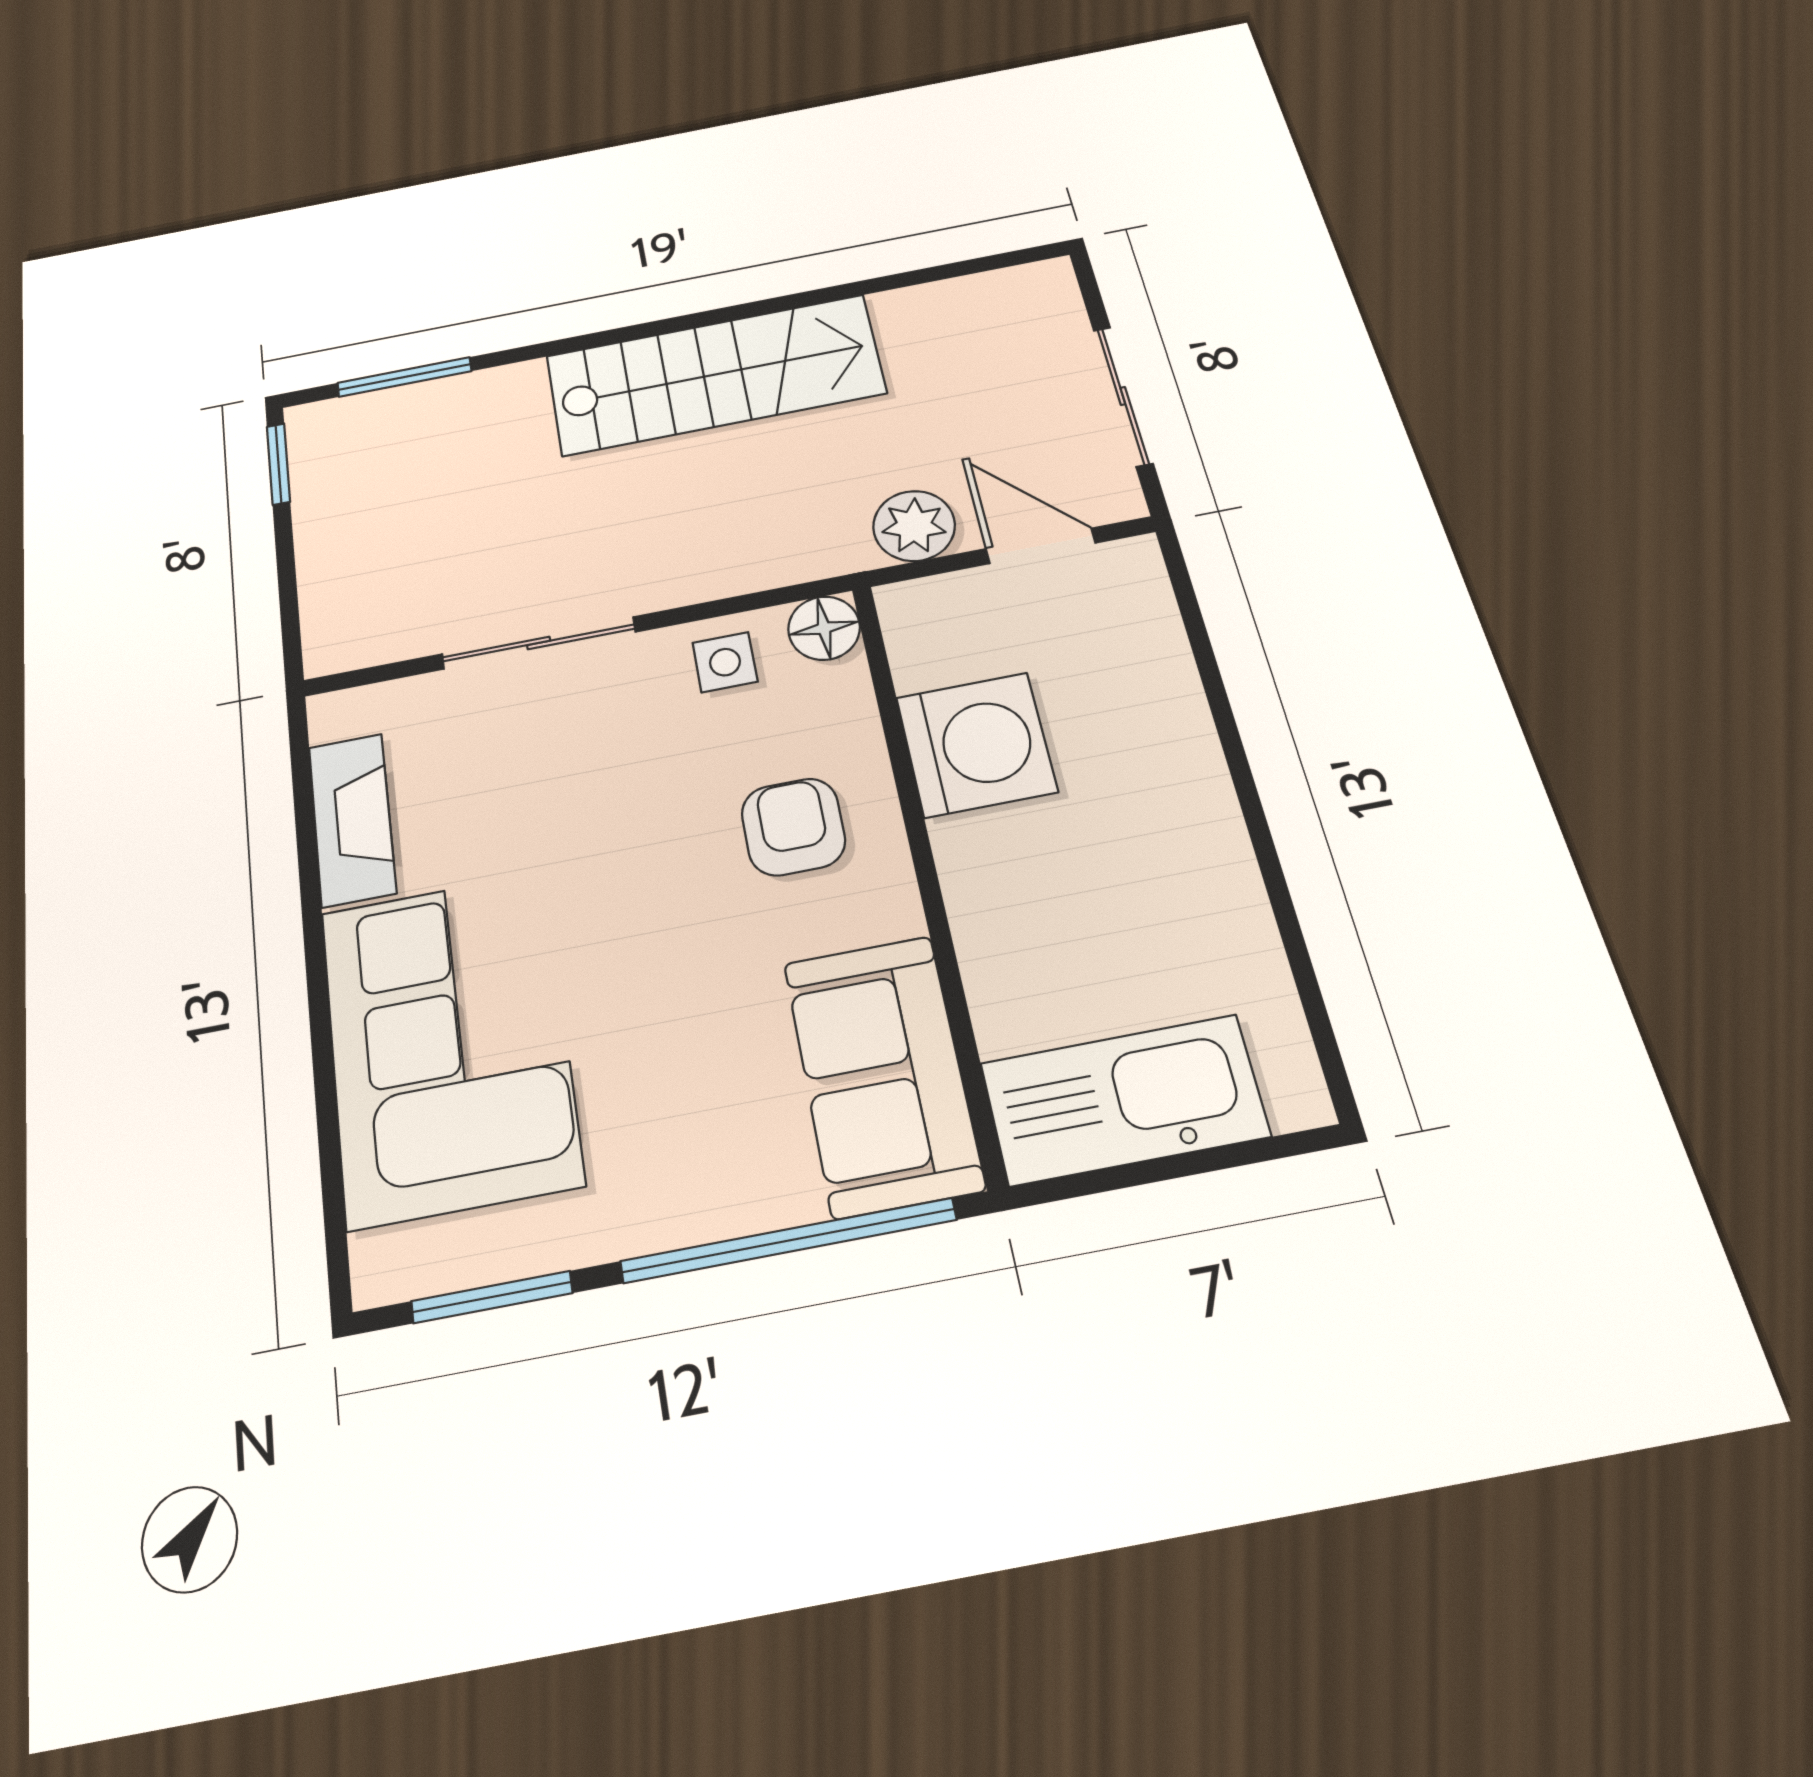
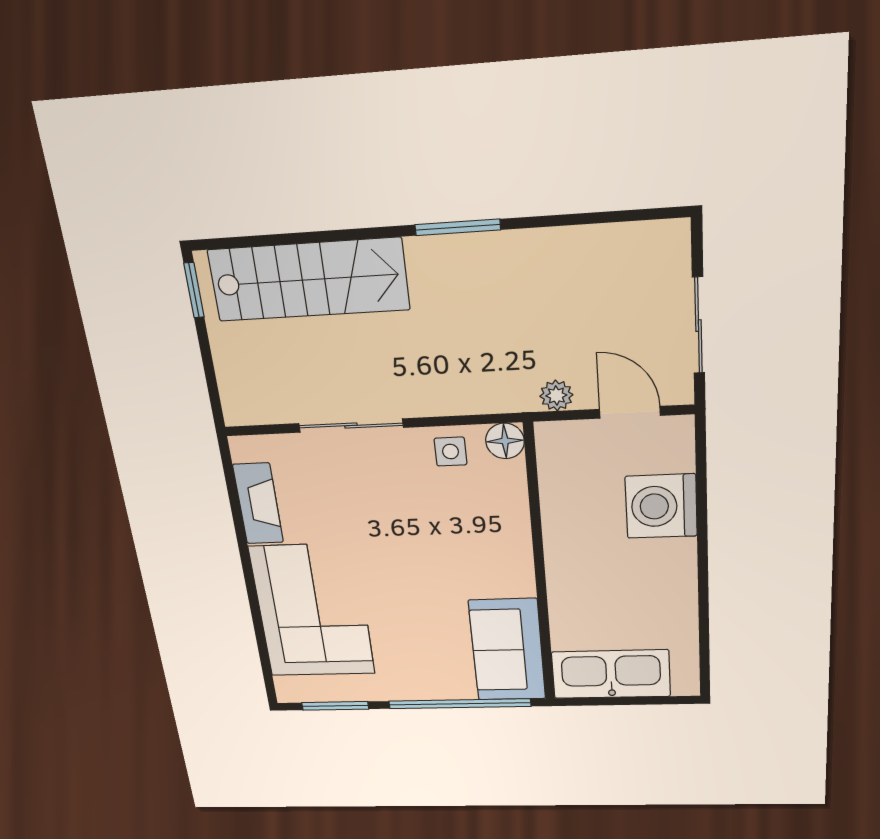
stairs: (715, 375) -> (309, 280), moved
window: (404, 377) -> (458, 227), moved
plant: (914, 526) -> (556, 395), width x0.73, depth x0.73
washing machine: (976, 744) -> (661, 506), moved, turned 180
armchair: (793, 827) -> (478, 540), removed

